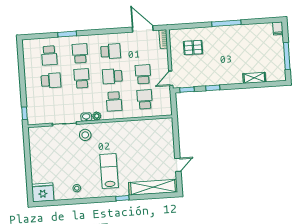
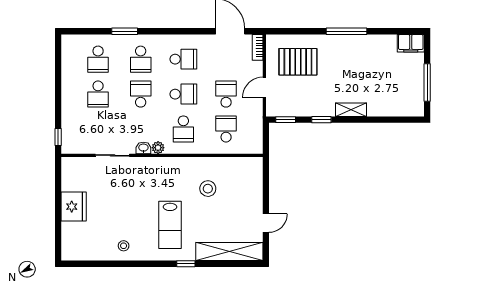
filing cabinet: (278, 28) -> (411, 43), width x2.00
pallet: (193, 48) -> (298, 62), width x1.50, depth x1.42
school desk: (80, 53) -> (141, 59), turned 180
school desk: (112, 76) -> (183, 94), turned 180
door: (171, 78) -> (264, 87), moved
shelving: (254, 78) -> (351, 110), moved
school desk: (51, 81) -> (98, 94), turned 90
stool: (85, 135) -> (208, 189), moved
lab bench: (109, 171) -> (170, 225), turned 180
fridge: (43, 192) -> (74, 207), moved, turned 90

